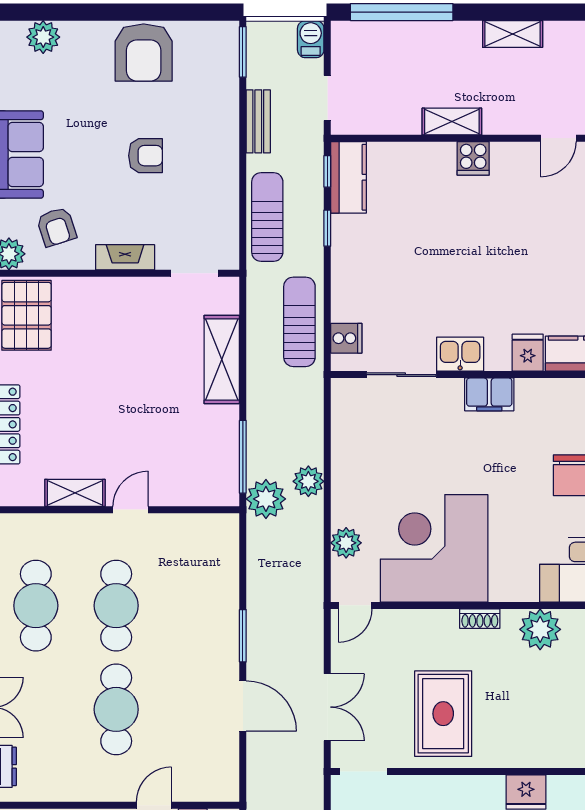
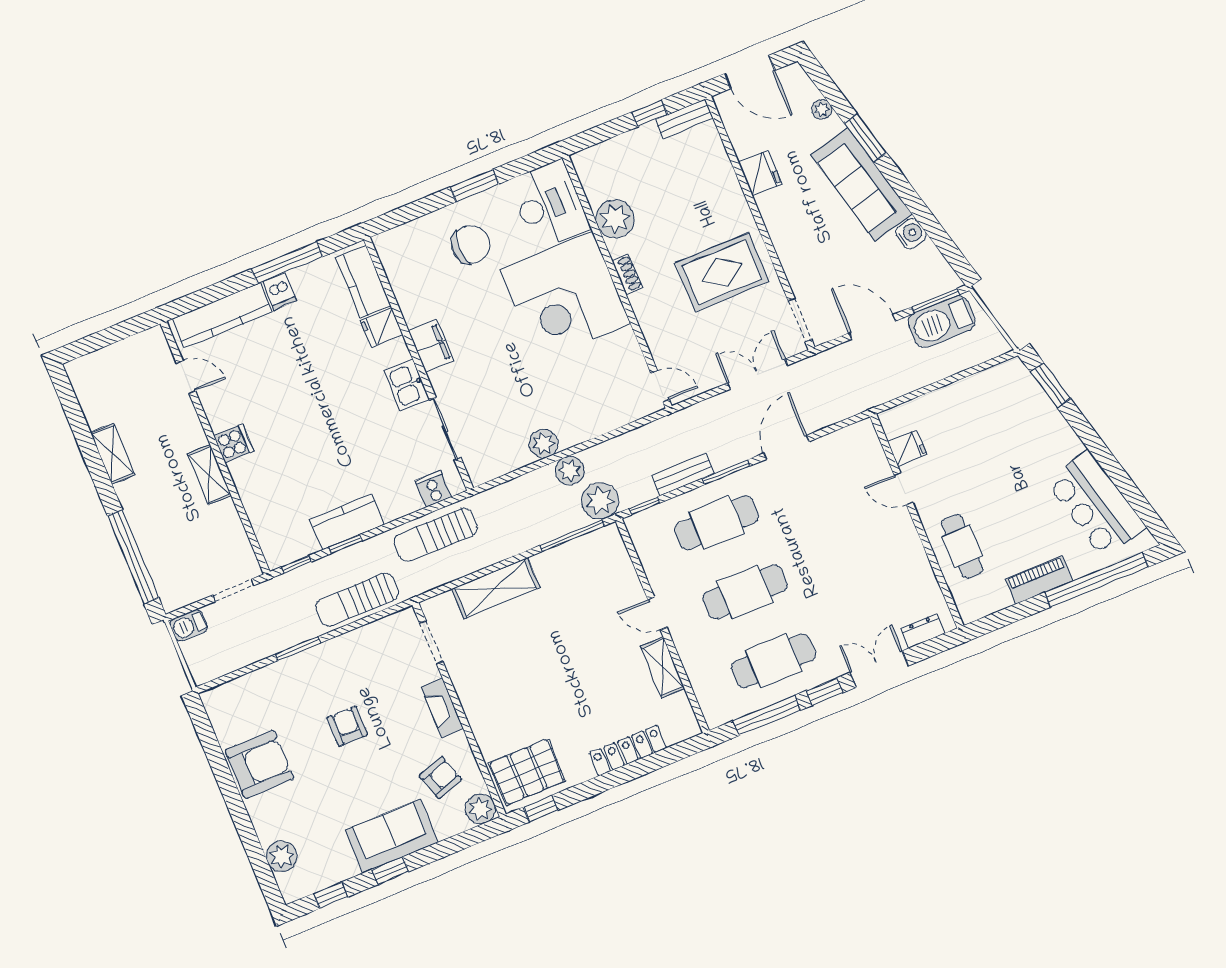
window: (243, 52) -> (298, 649), moved
bench: (258, 121) -> (683, 474), moved
kitchen counter: (349, 177) -> (347, 522), moved
window: (243, 541) -> (644, 506), added
plant: (346, 543) -> (544, 443), moved
corner desk: (434, 548) -> (565, 296), moved
cafe table: (116, 709) -> (717, 523), moved

